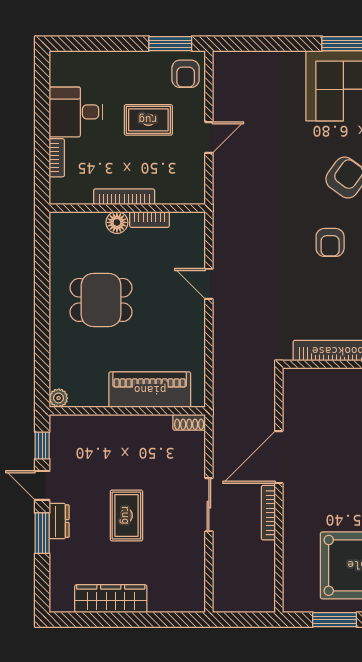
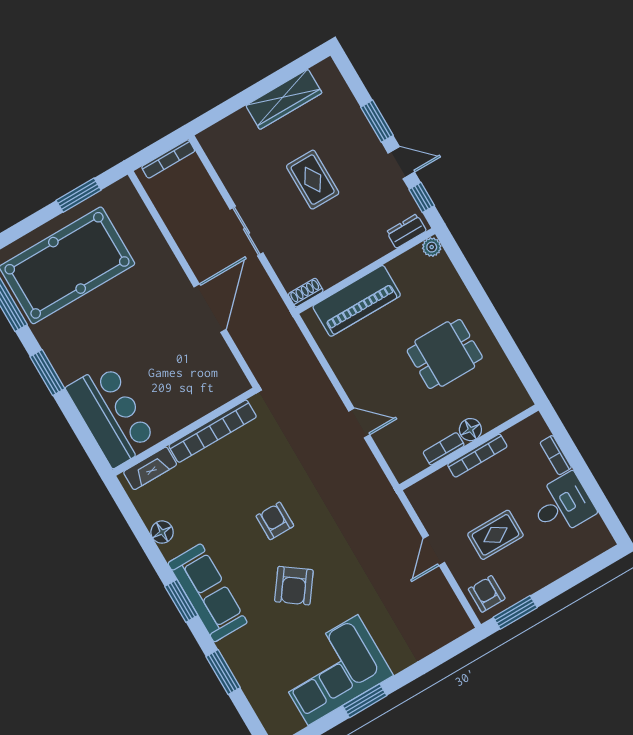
bookcase: (268, 513) -> (168, 159), moved, turned 90
dresser: (59, 521) -> (406, 231), moved, turned 90

